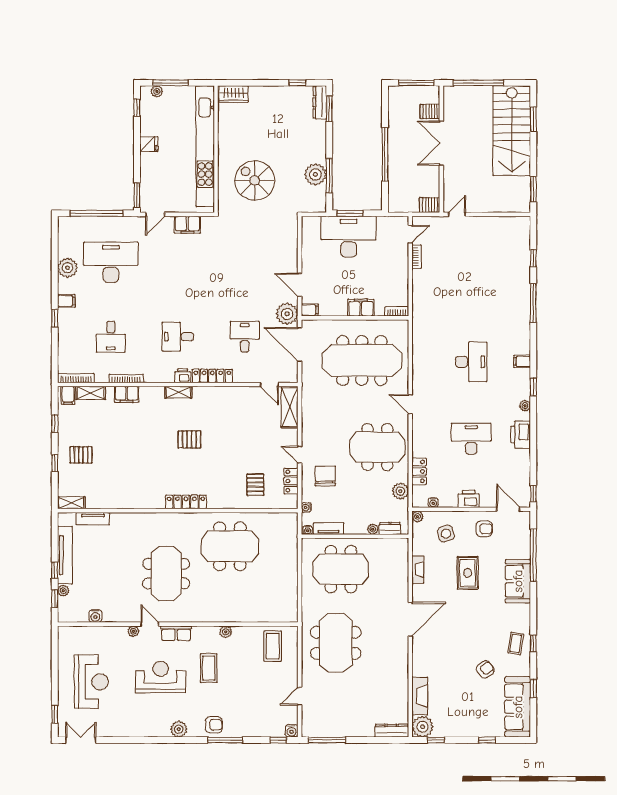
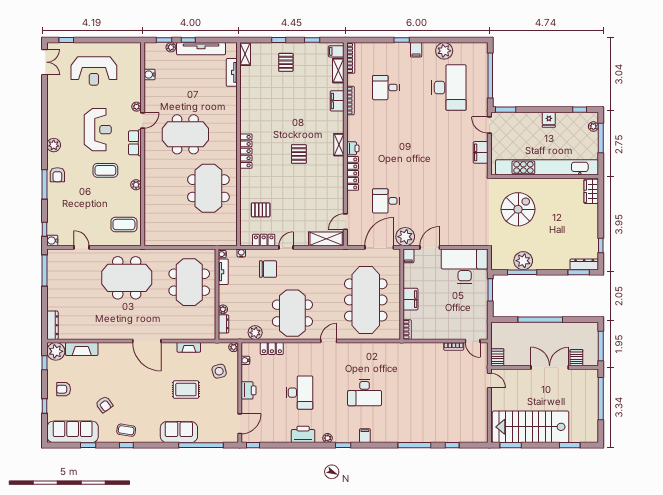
stairs: (512, 131) -> (531, 427), moved
desk: (349, 237) -> (465, 266), moved, turned -90
desk: (178, 337) -> (386, 144), removed
desk: (245, 337) -> (386, 201), turned 180
armchair: (484, 529) -> (64, 389), moved, turned 90

